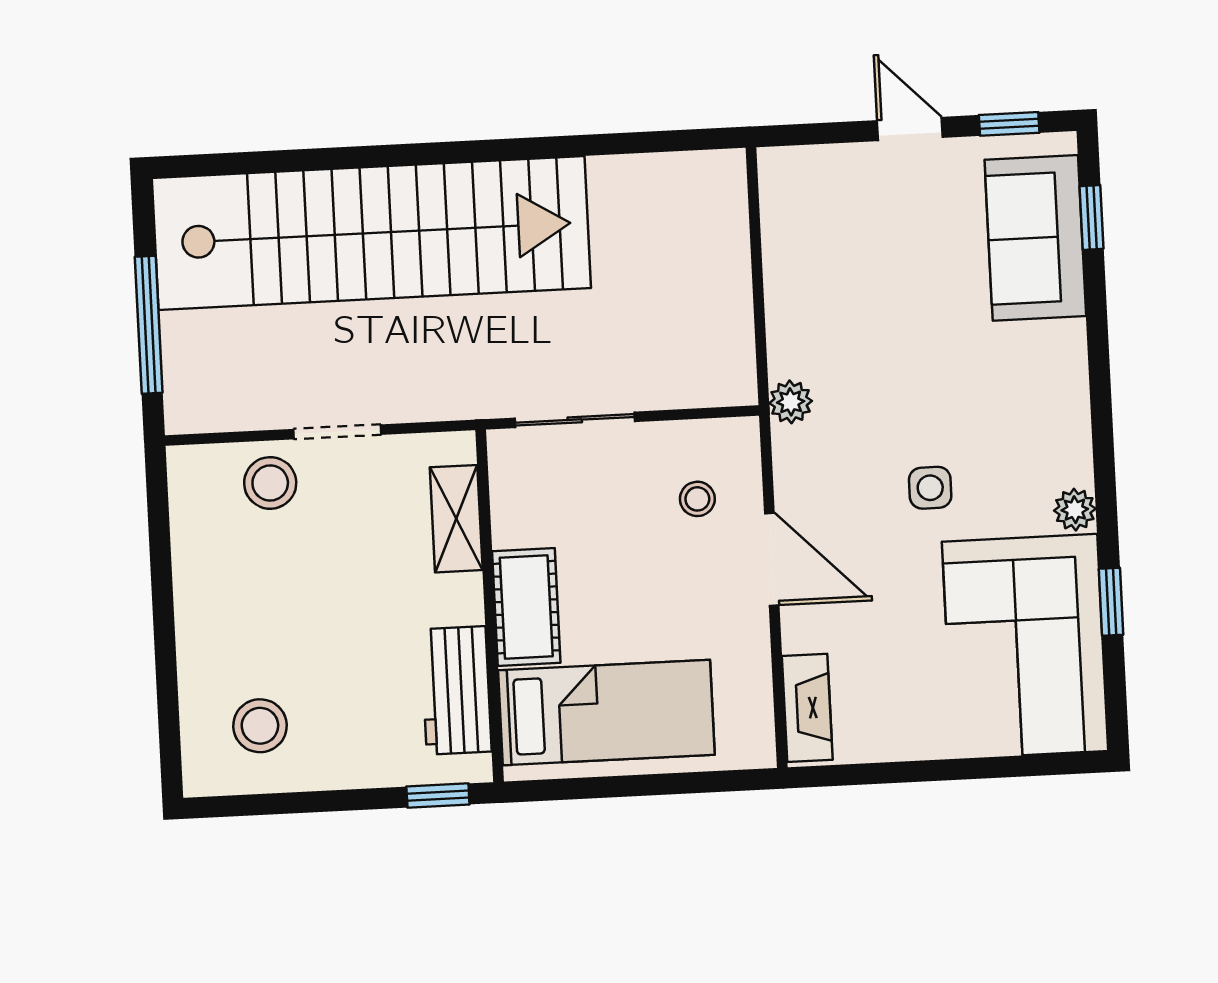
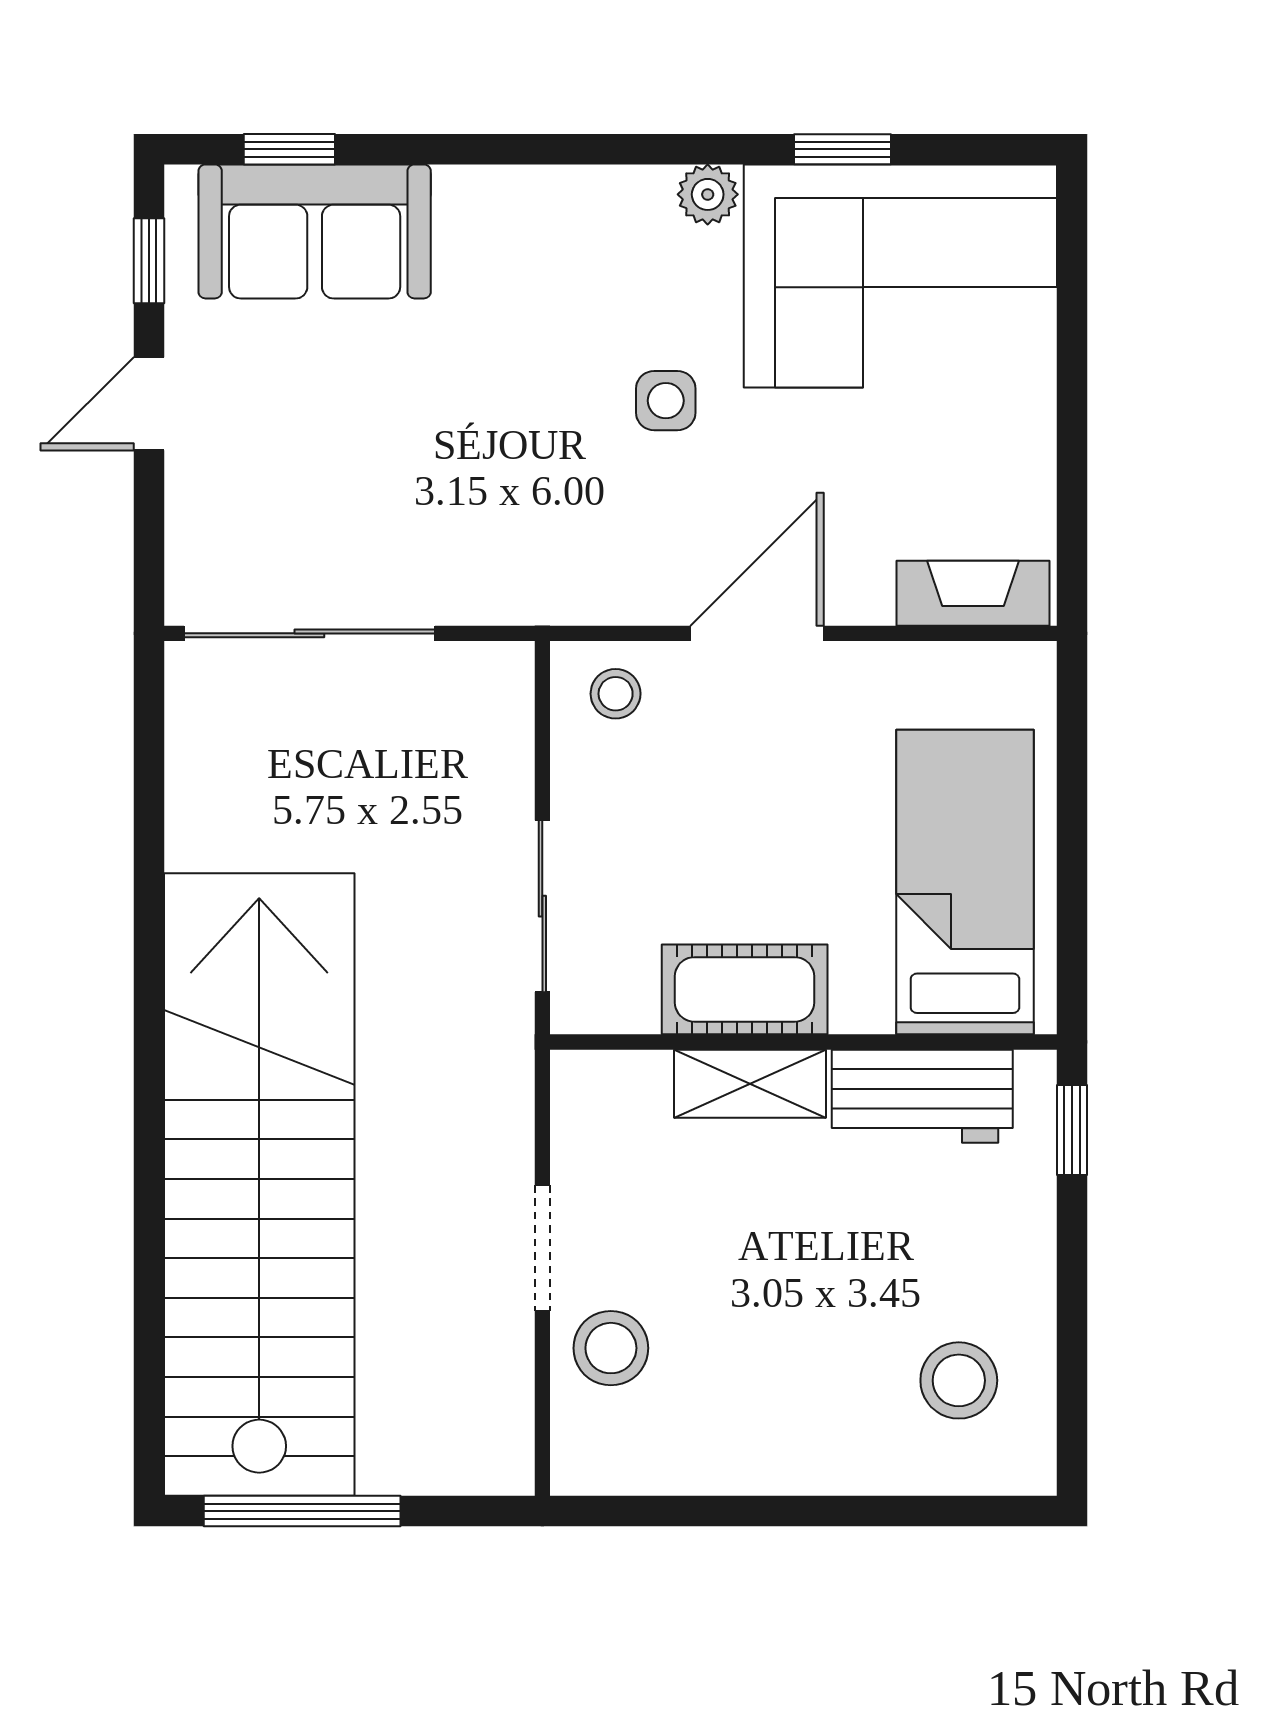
sliding door: (756, 248) -> (309, 633), added
window: (149, 325) -> (302, 1511), moved
plant: (791, 402) -> (532, 595), removed
stool: (697, 499) -> (616, 694), moved
shelving: (456, 519) -> (750, 1084), moved
cot: (526, 607) -> (745, 989), moved

